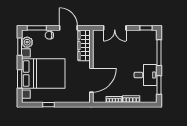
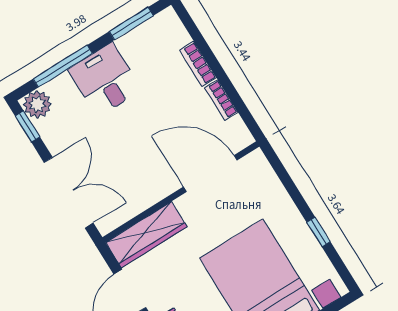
double door: (115, 28) -> (69, 193), width x1.37
plant: (151, 36) -> (37, 104), added
desk: (145, 75) -> (105, 80), moved

